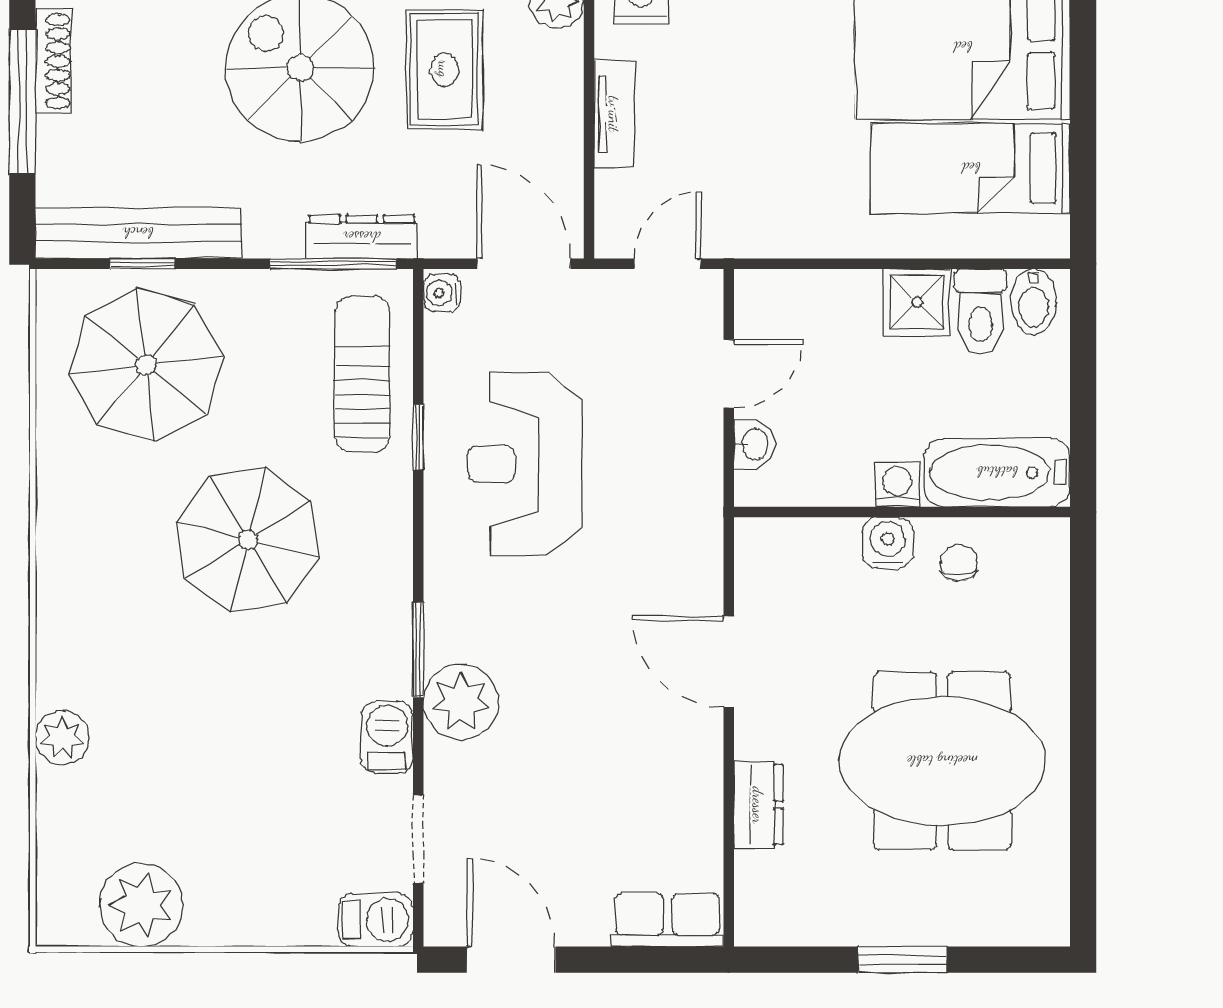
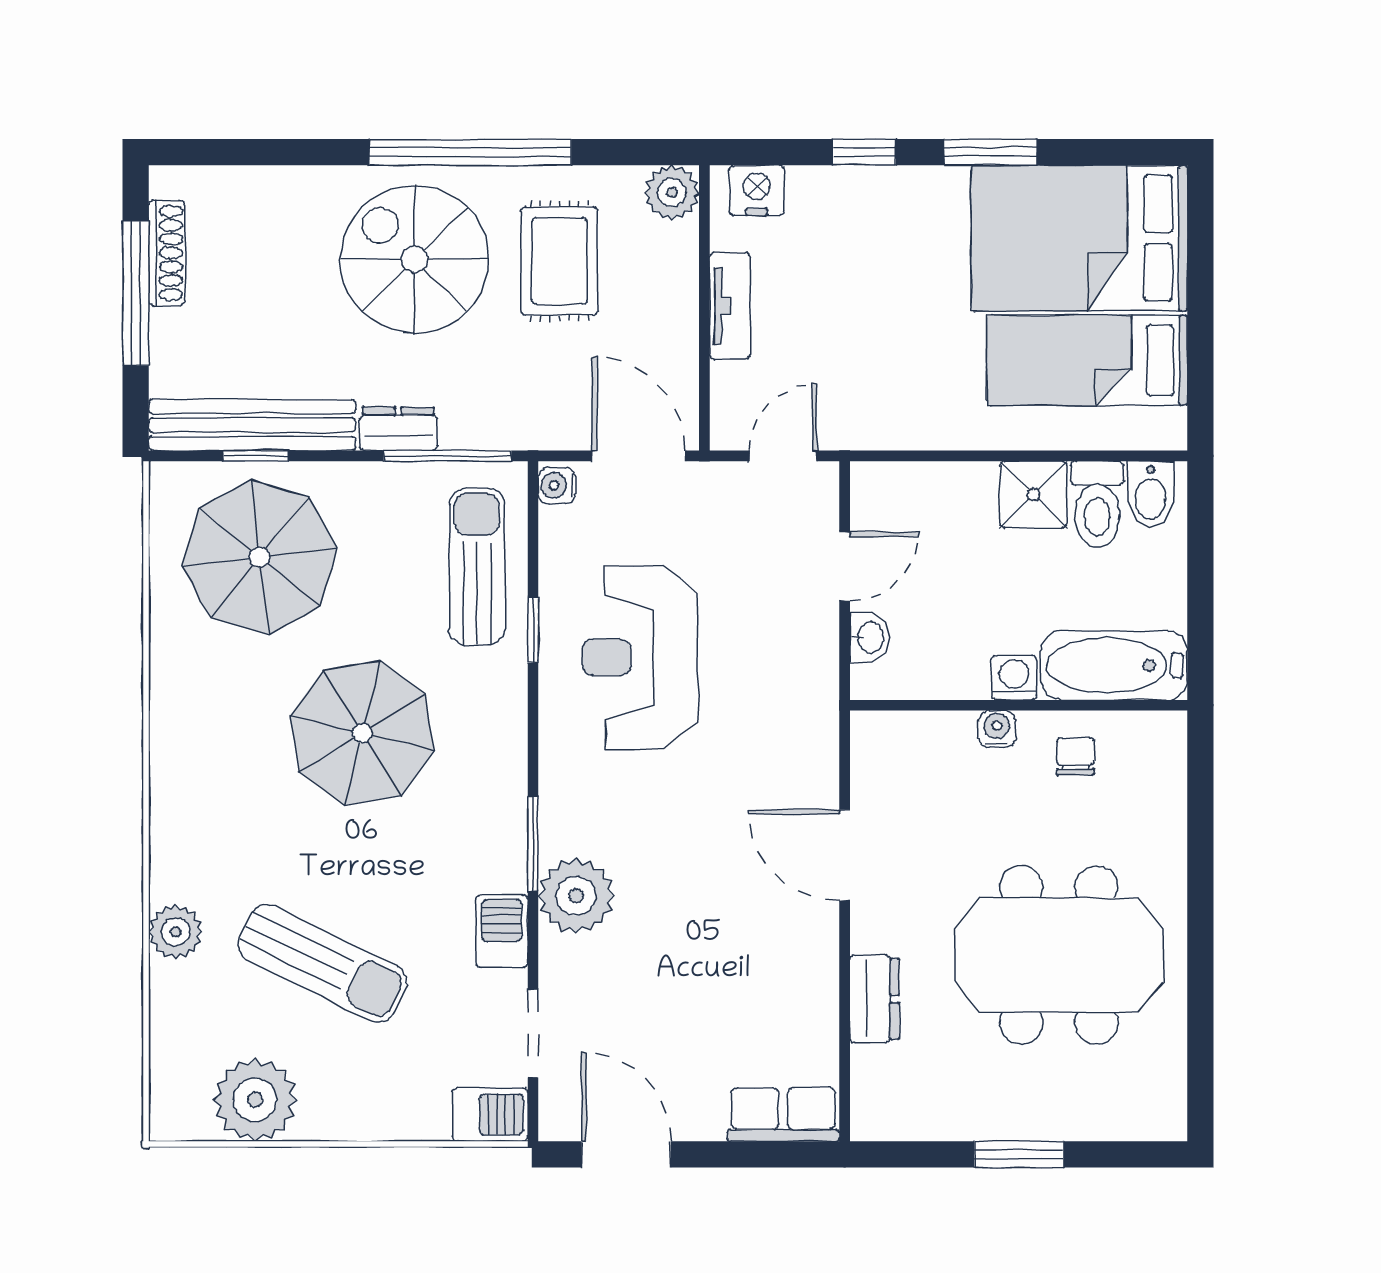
dresser: (362, 237) -> (398, 429), moved, width x0.70
water cooler: (888, 543) -> (997, 729), width x0.72, depth x0.72
sun lounger: (209, 769) -> (323, 963), added

